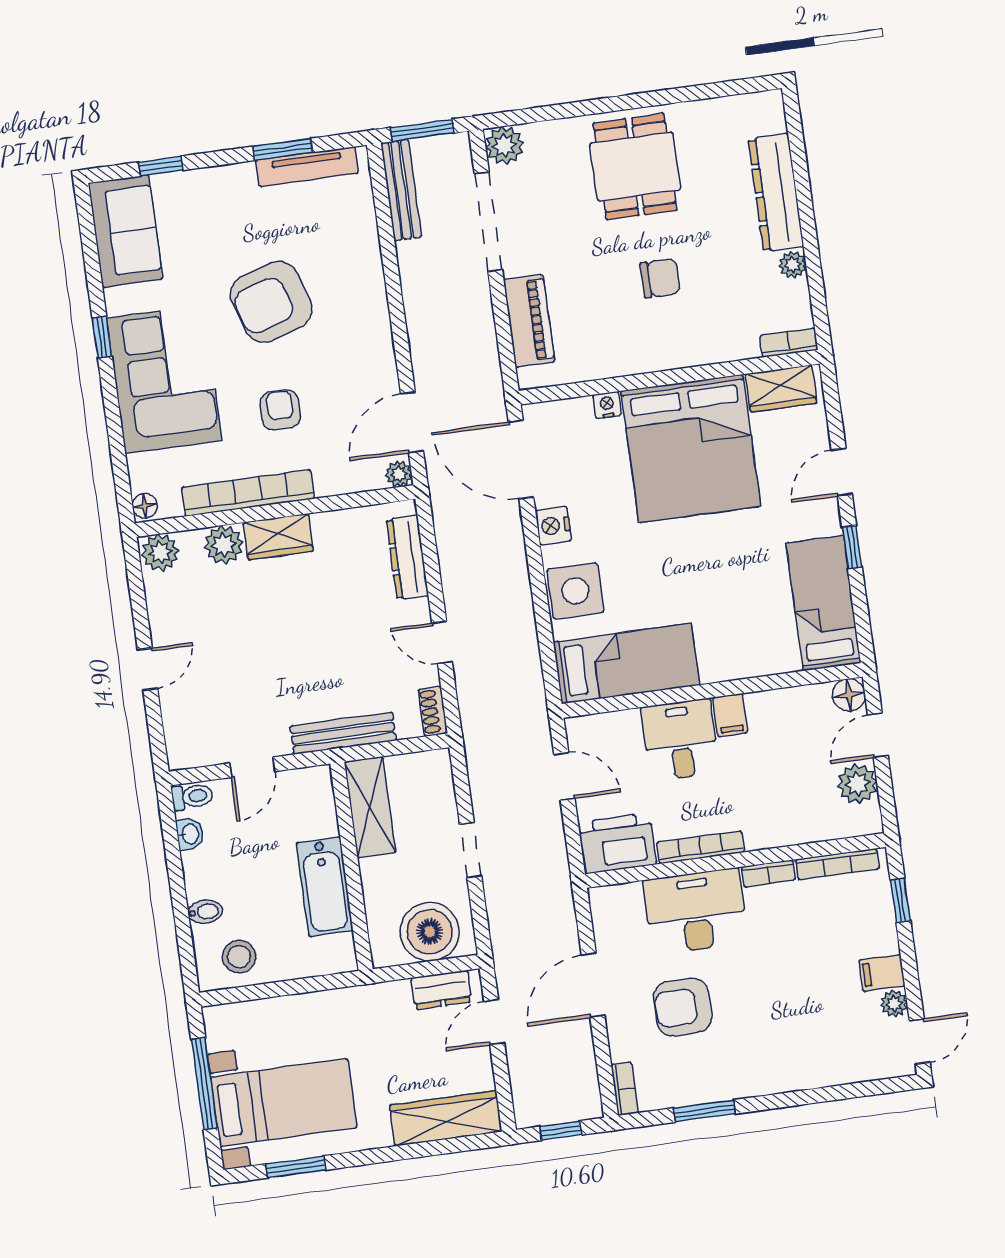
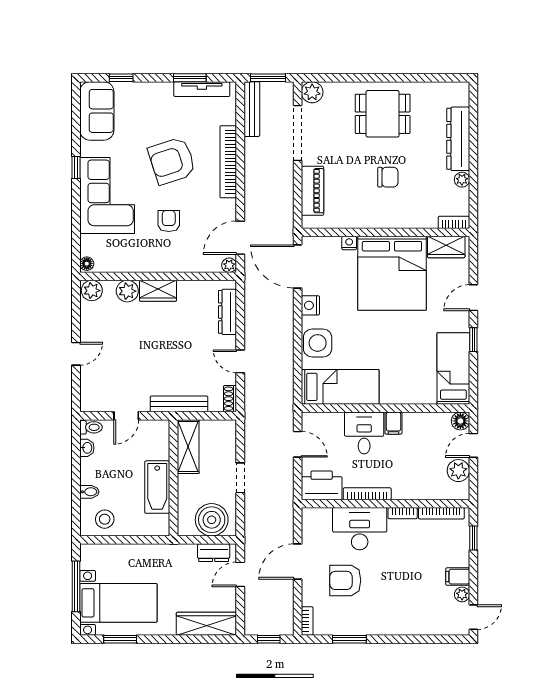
dining table: (635, 167) -> (383, 114), turned 90
bookcase: (248, 493) -> (228, 162), moved, turned -90

